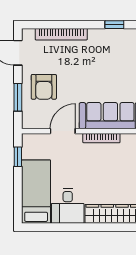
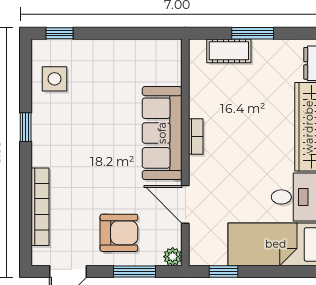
plant: (28, 123) -> (173, 257), added
bookcase: (101, 138) -> (196, 136), width x0.64

